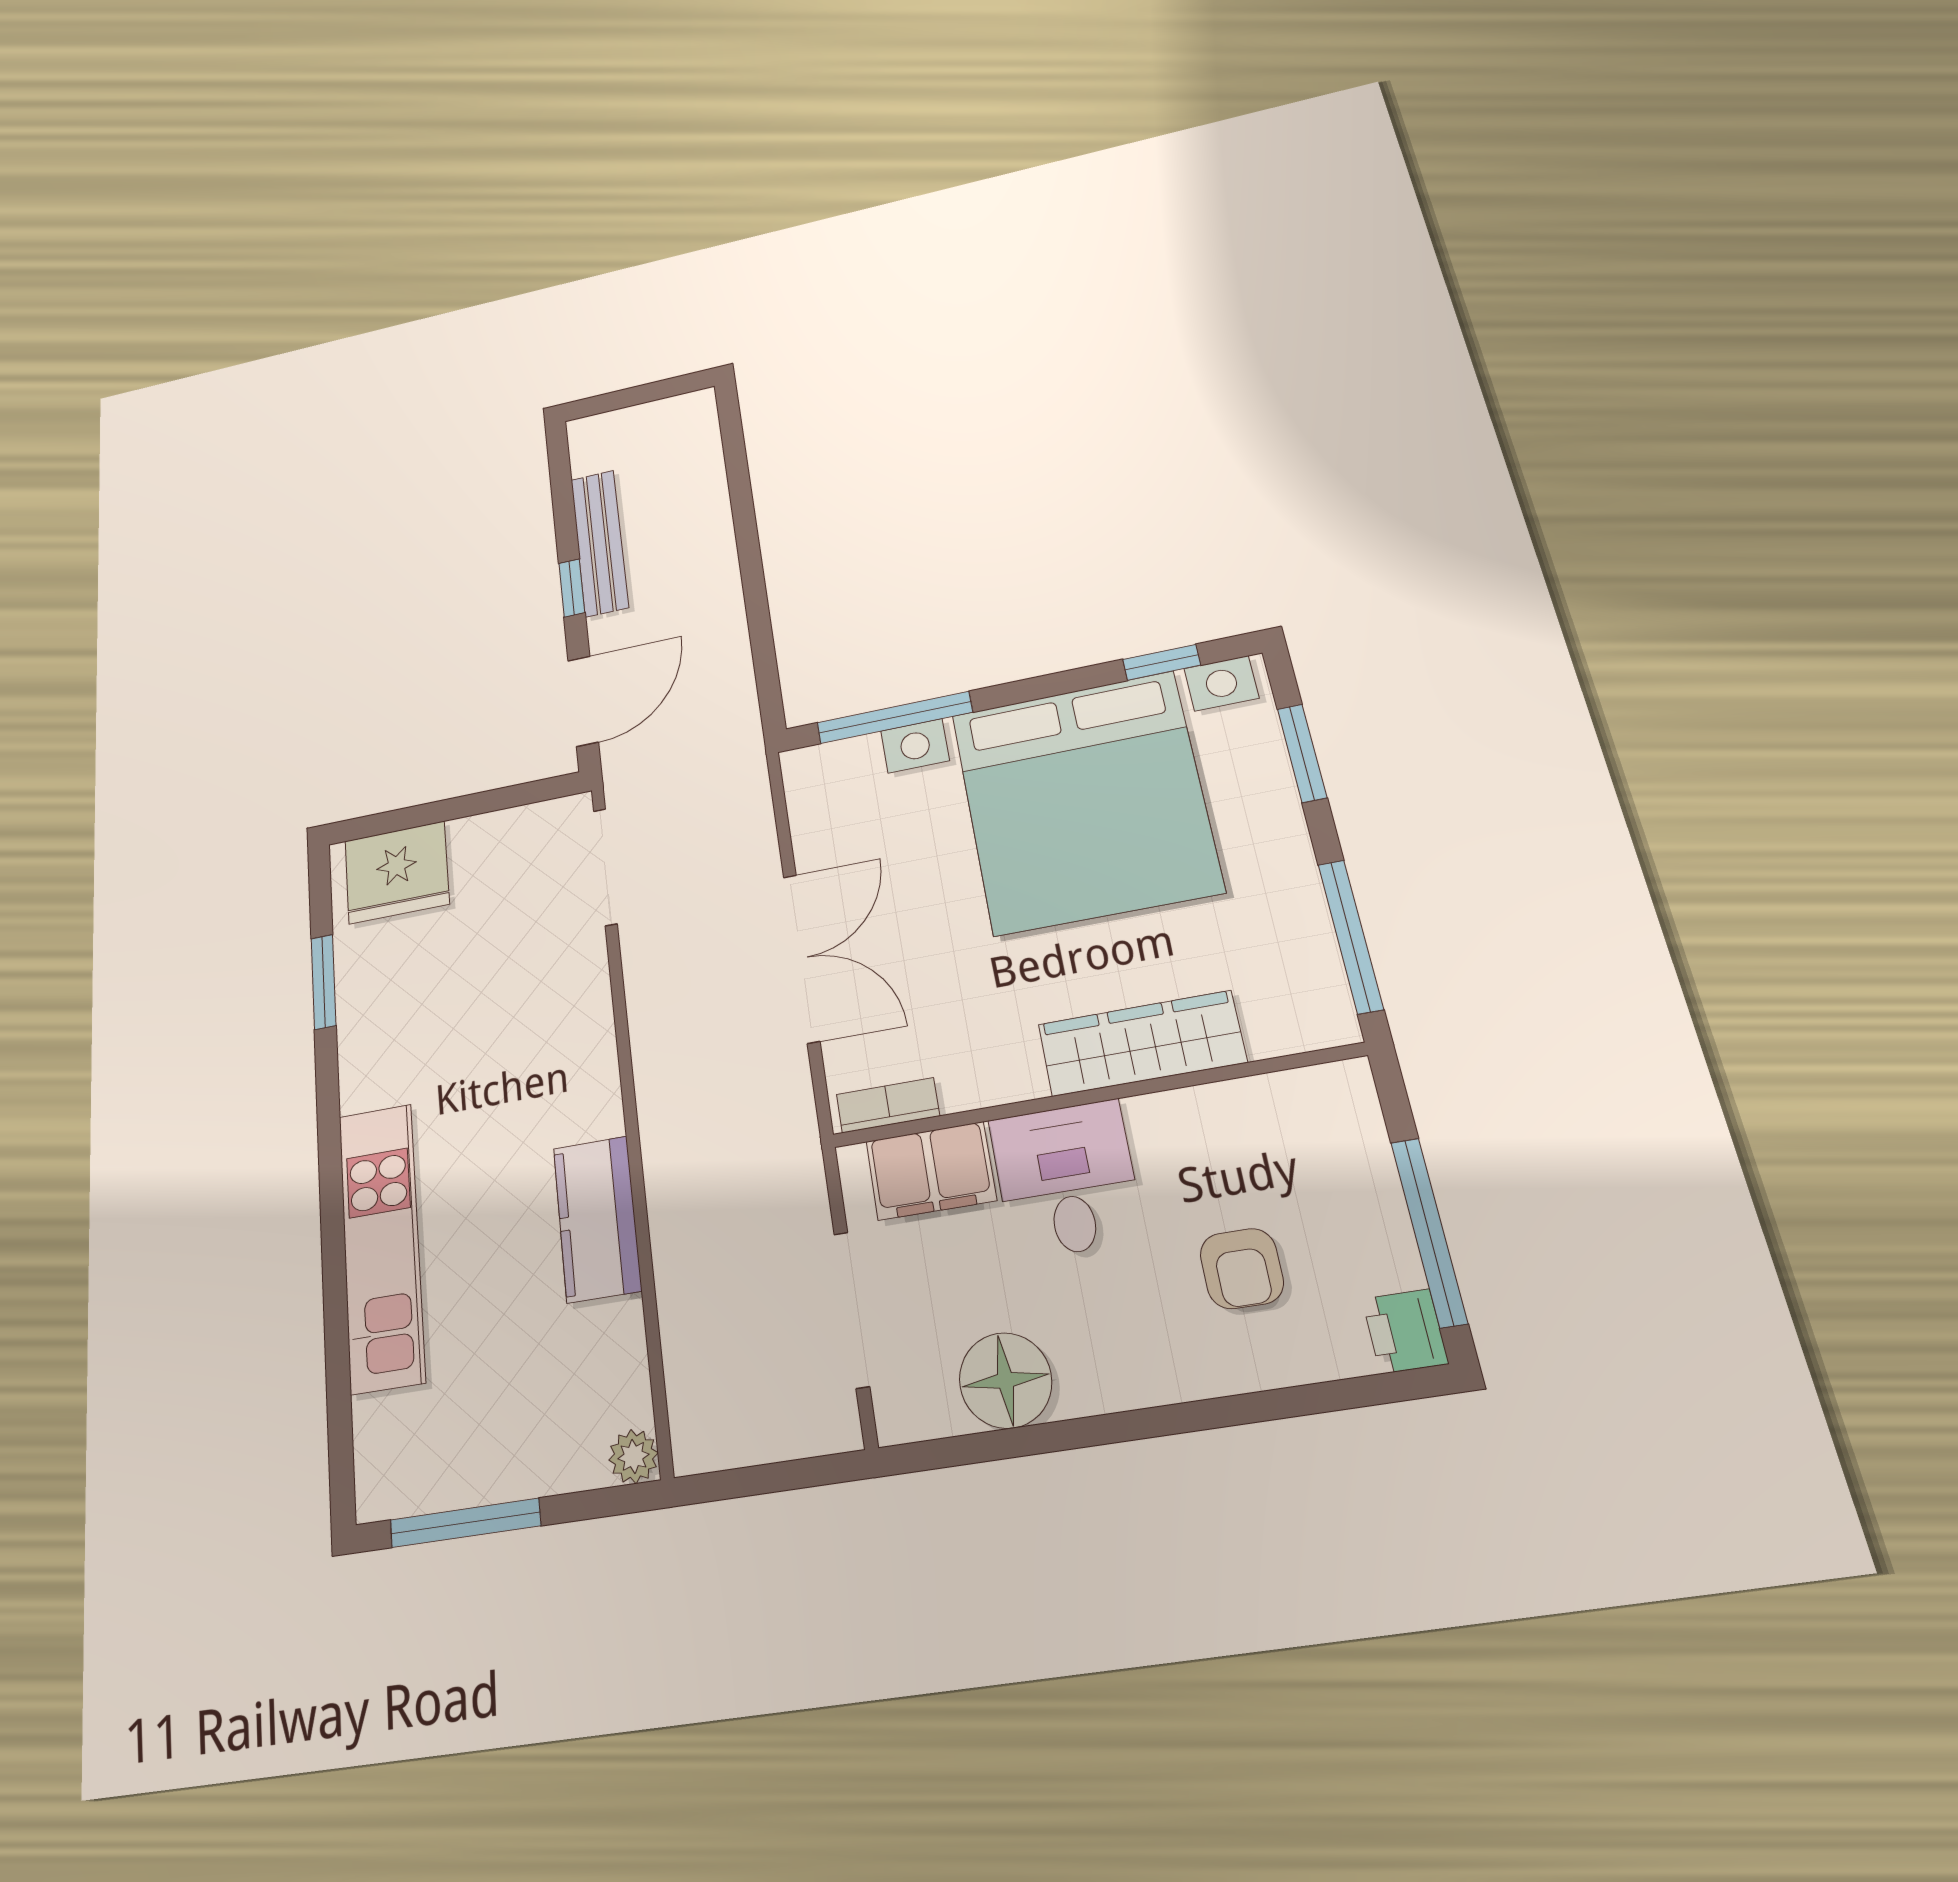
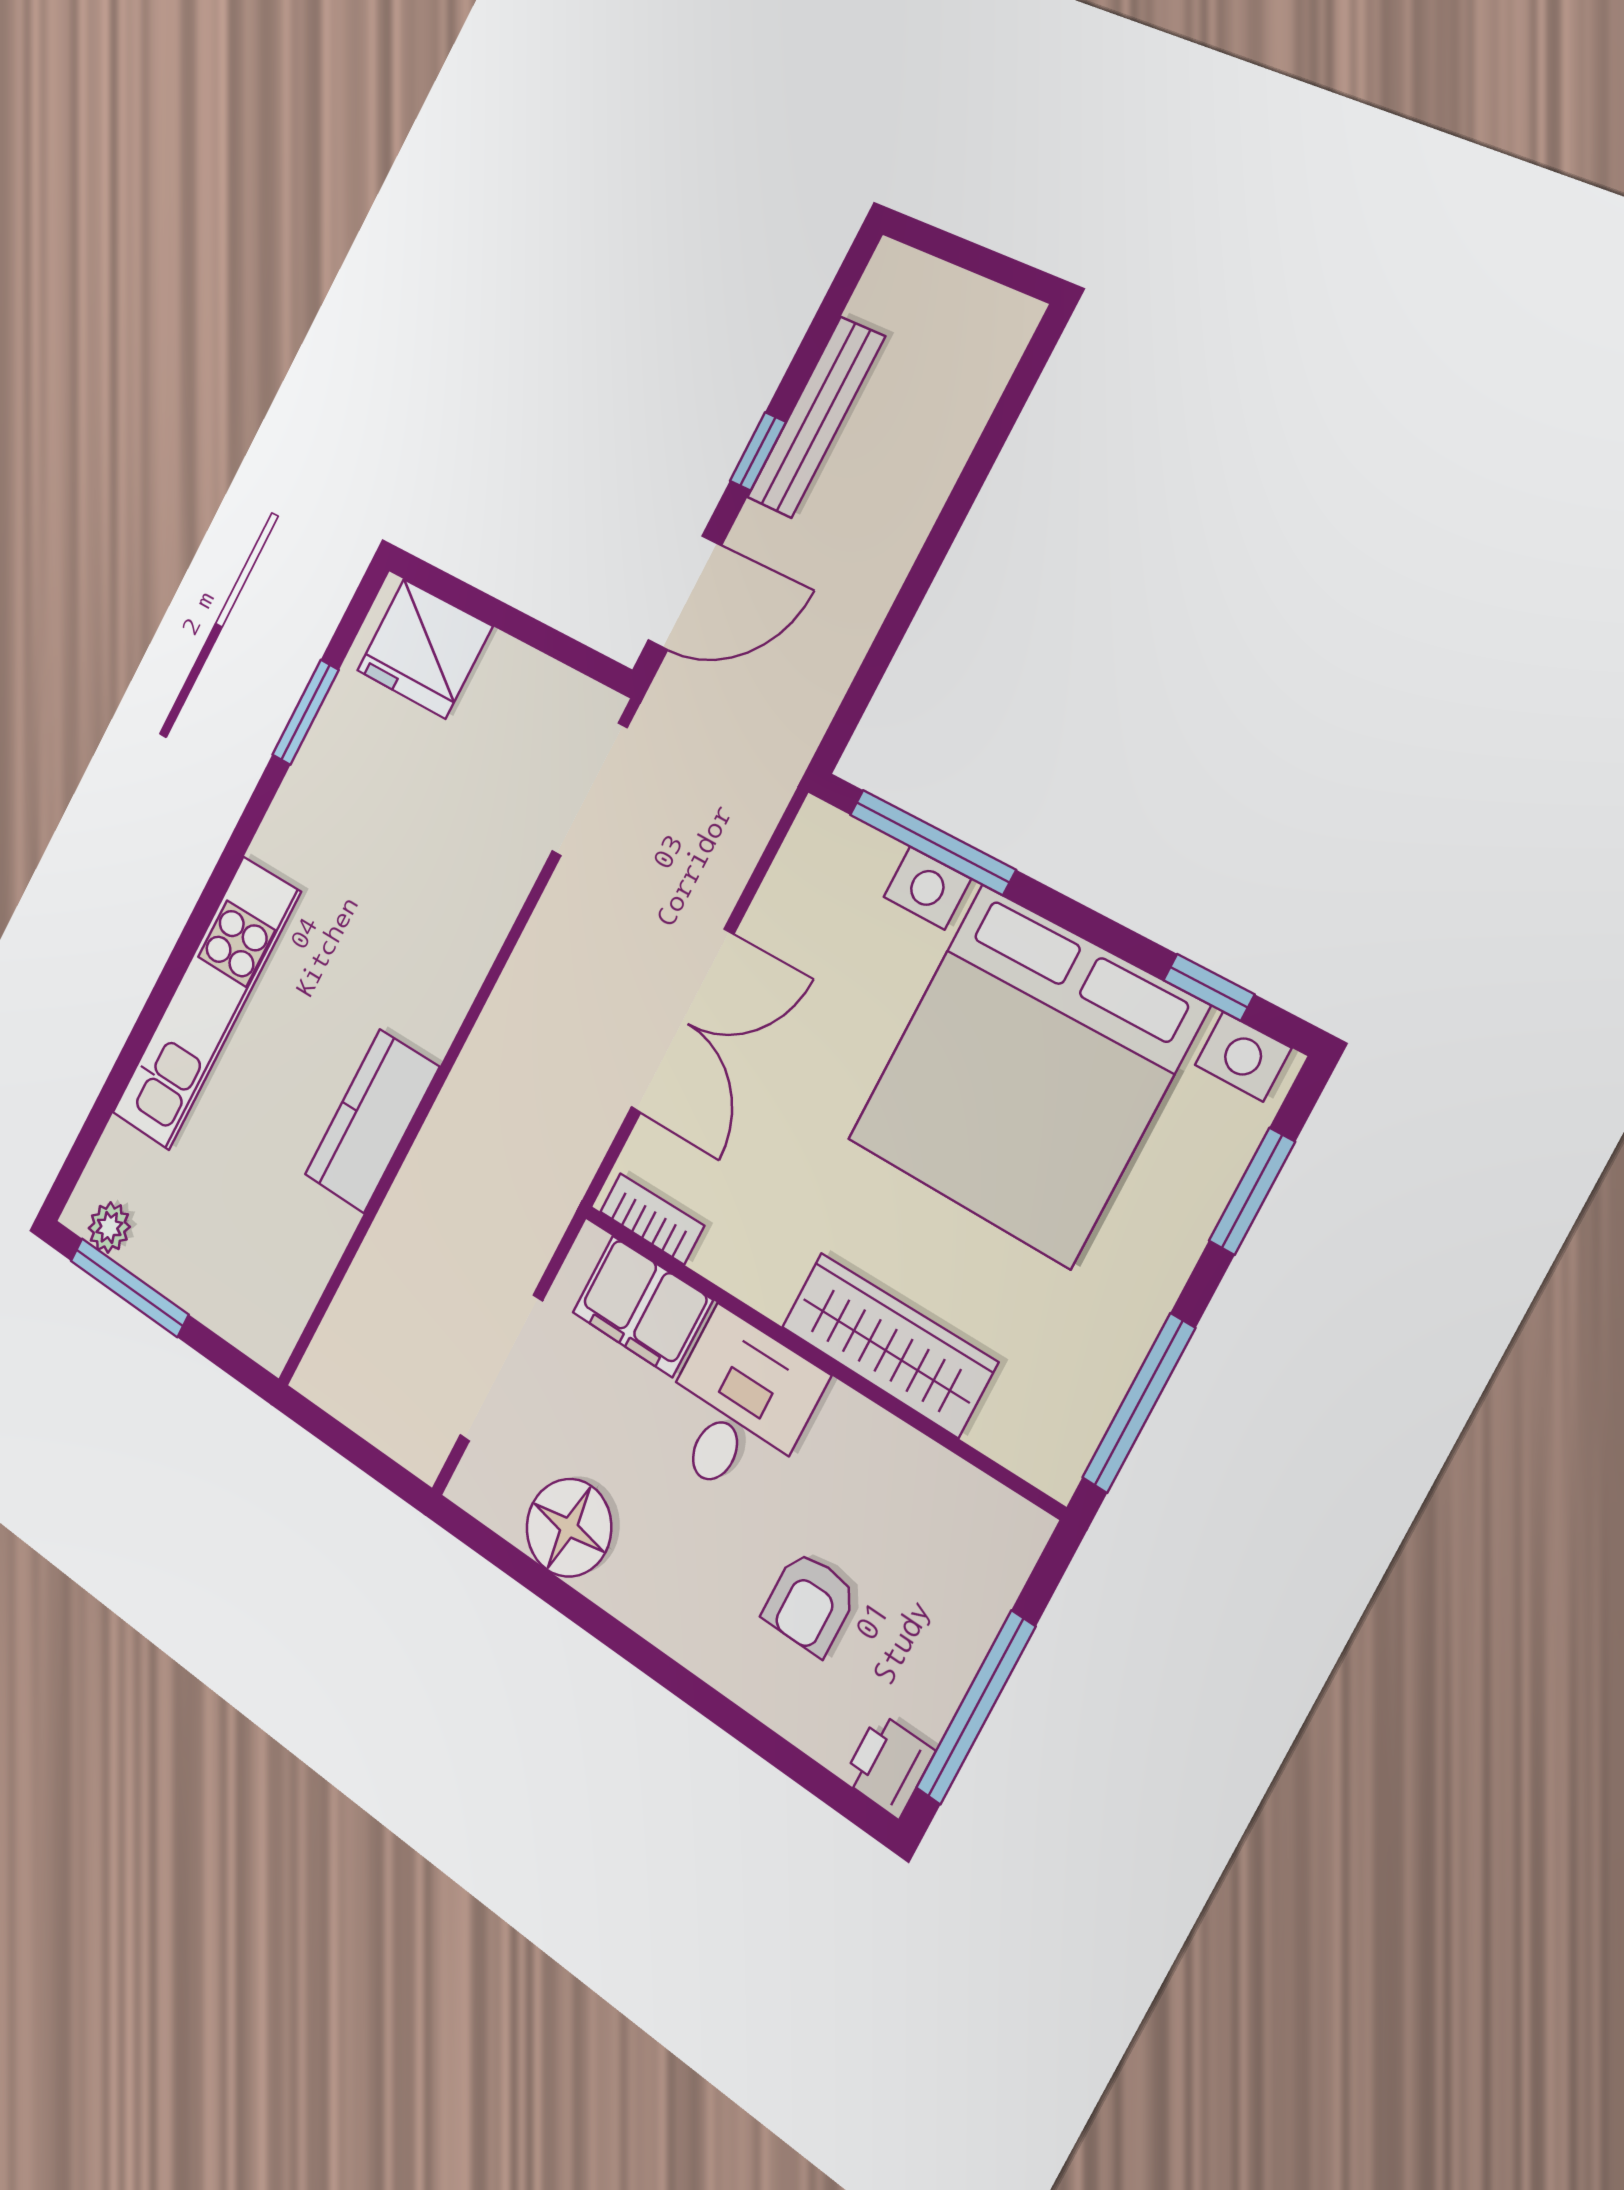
plant: (633, 1456) -> (109, 1227), moved

